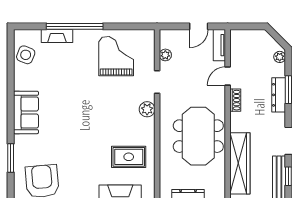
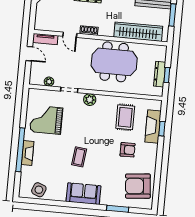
fireplace: (57, 36) -> (28, 153), moved
coffee table: (72, 102) -> (79, 157), added
armchair: (87, 164) -> (128, 150), added

